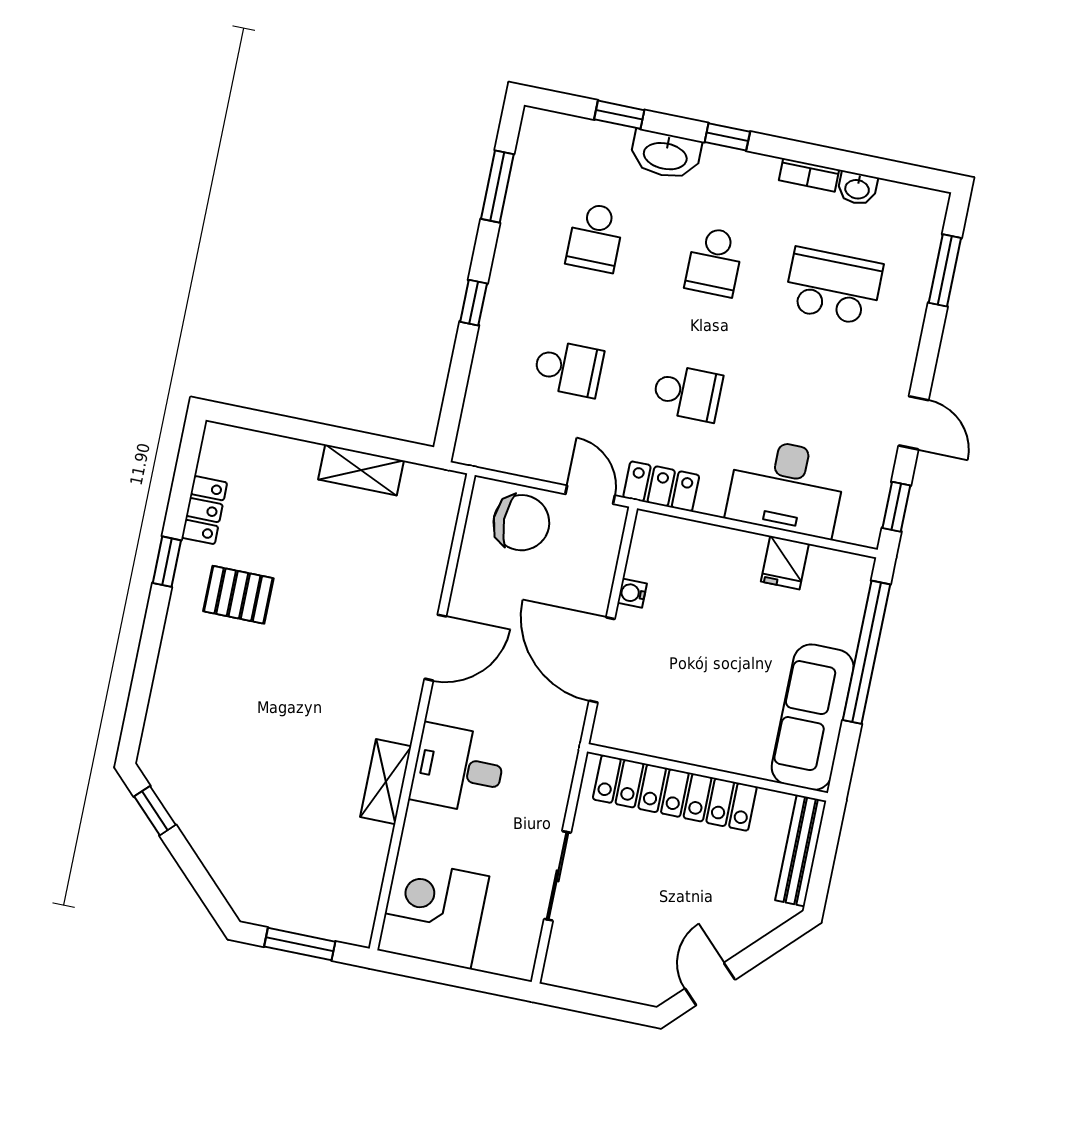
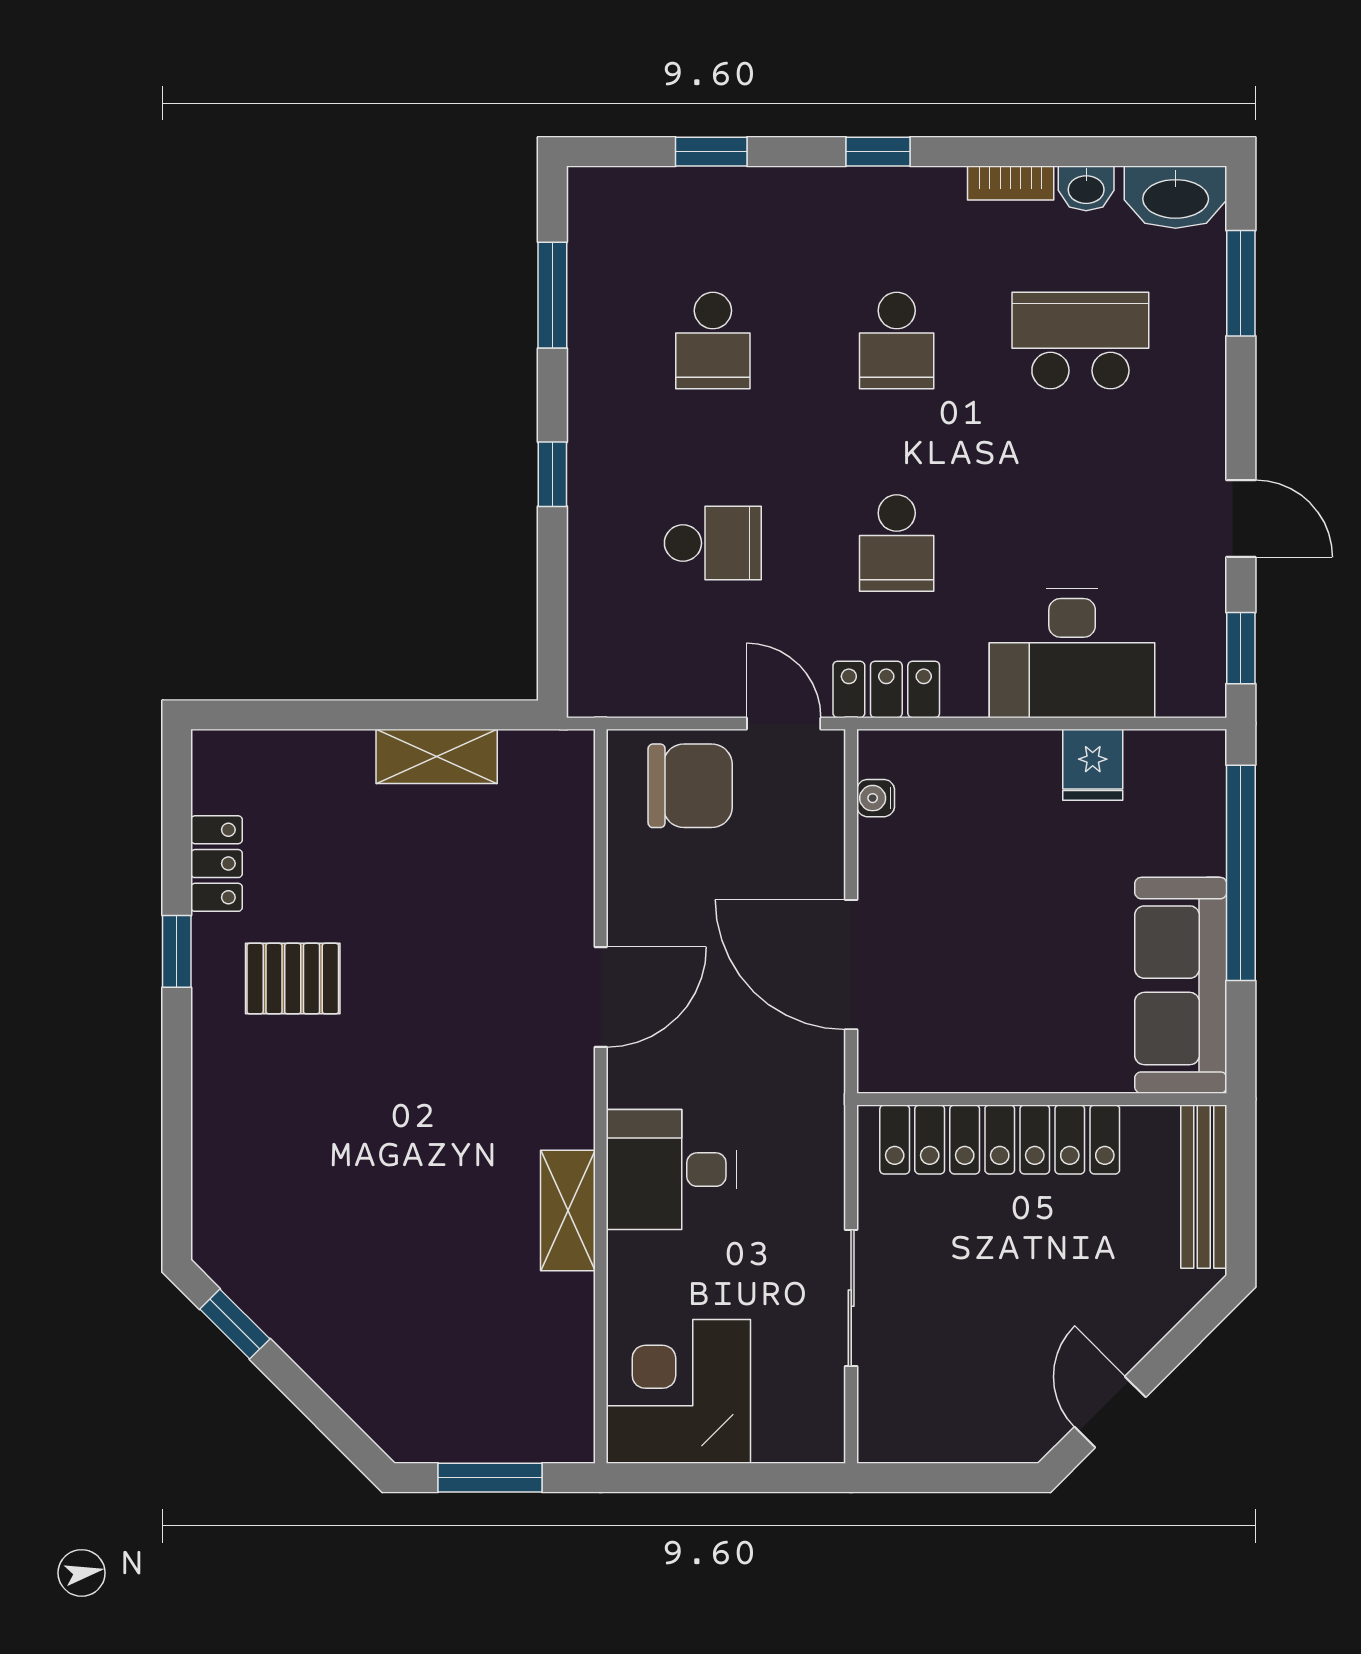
washbasin: (665, 155) -> (1176, 197), moved
school desk: (687, 393) -> (897, 543), turned 90
water cooler: (632, 593) -> (876, 798), moved

